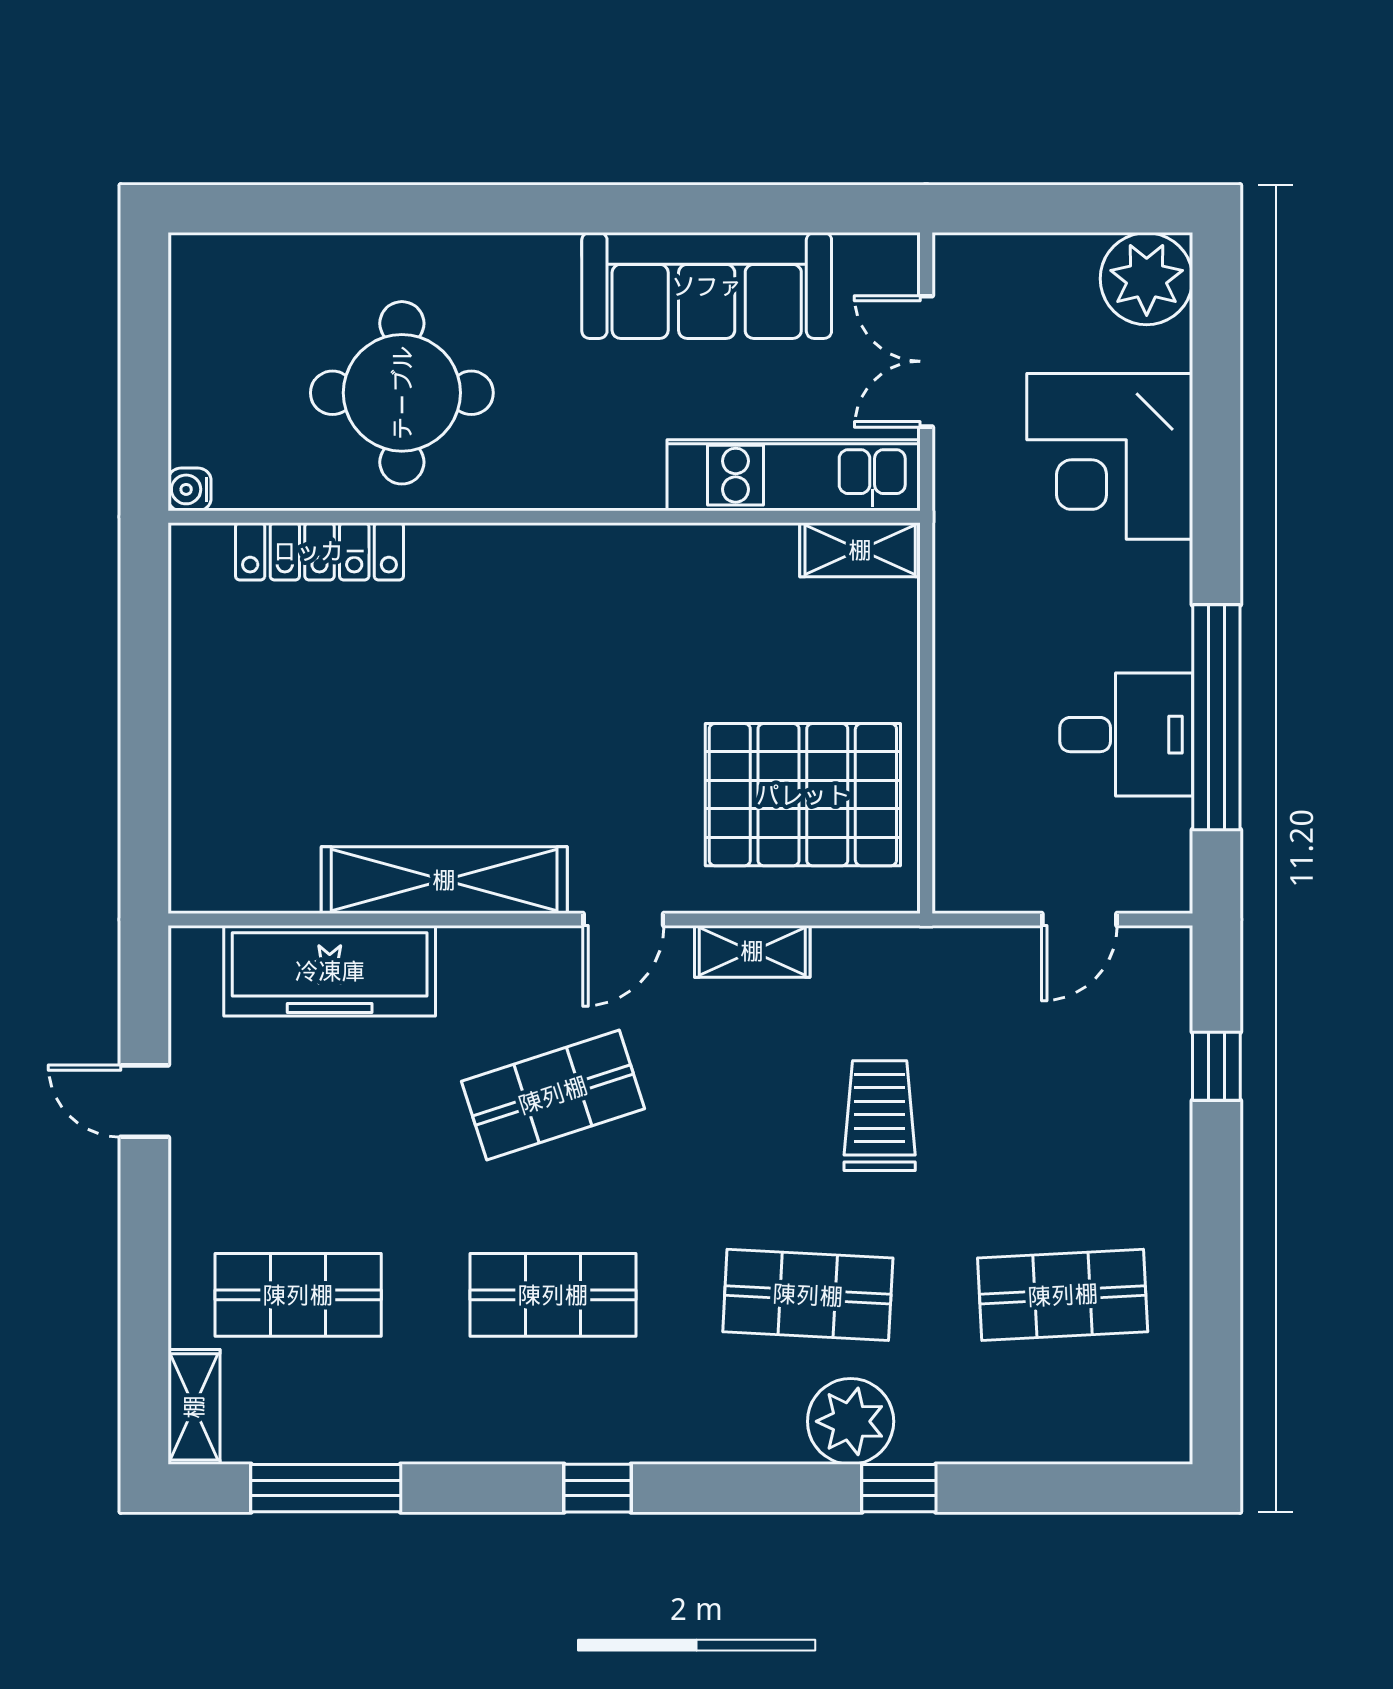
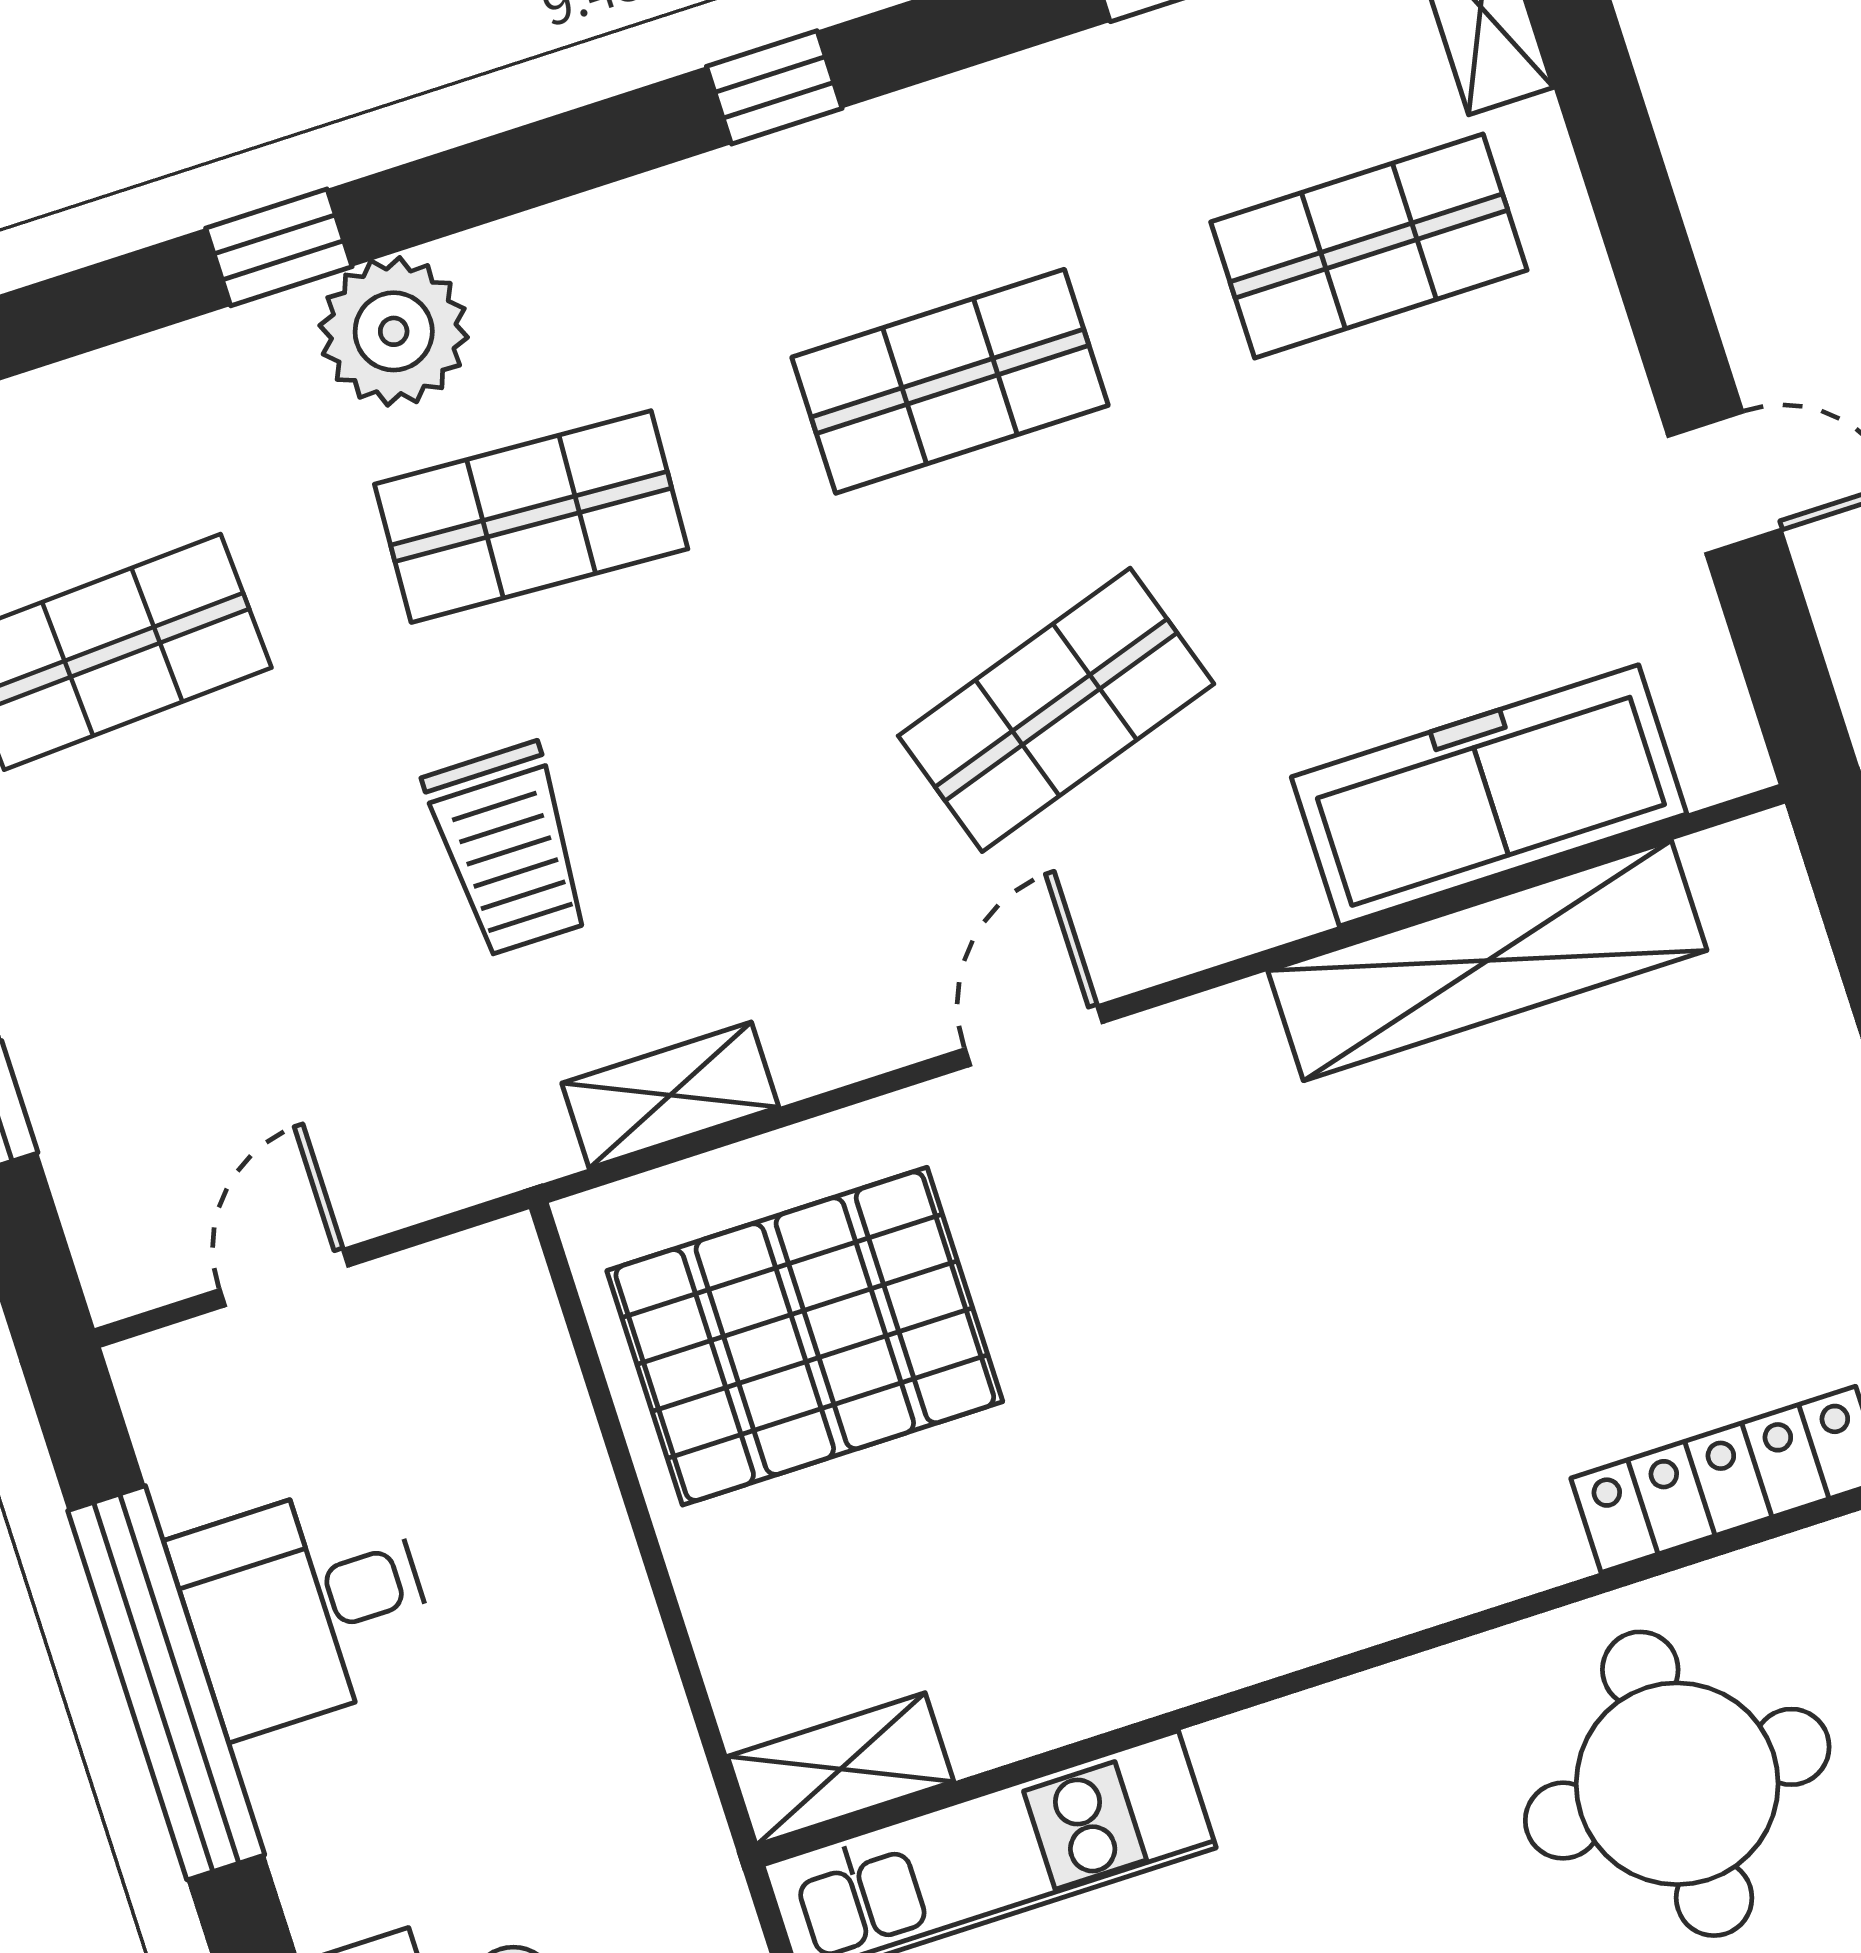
shelving: (444, 880) -> (1487, 961), moved
shelving: (752, 951) -> (670, 1095), moved

